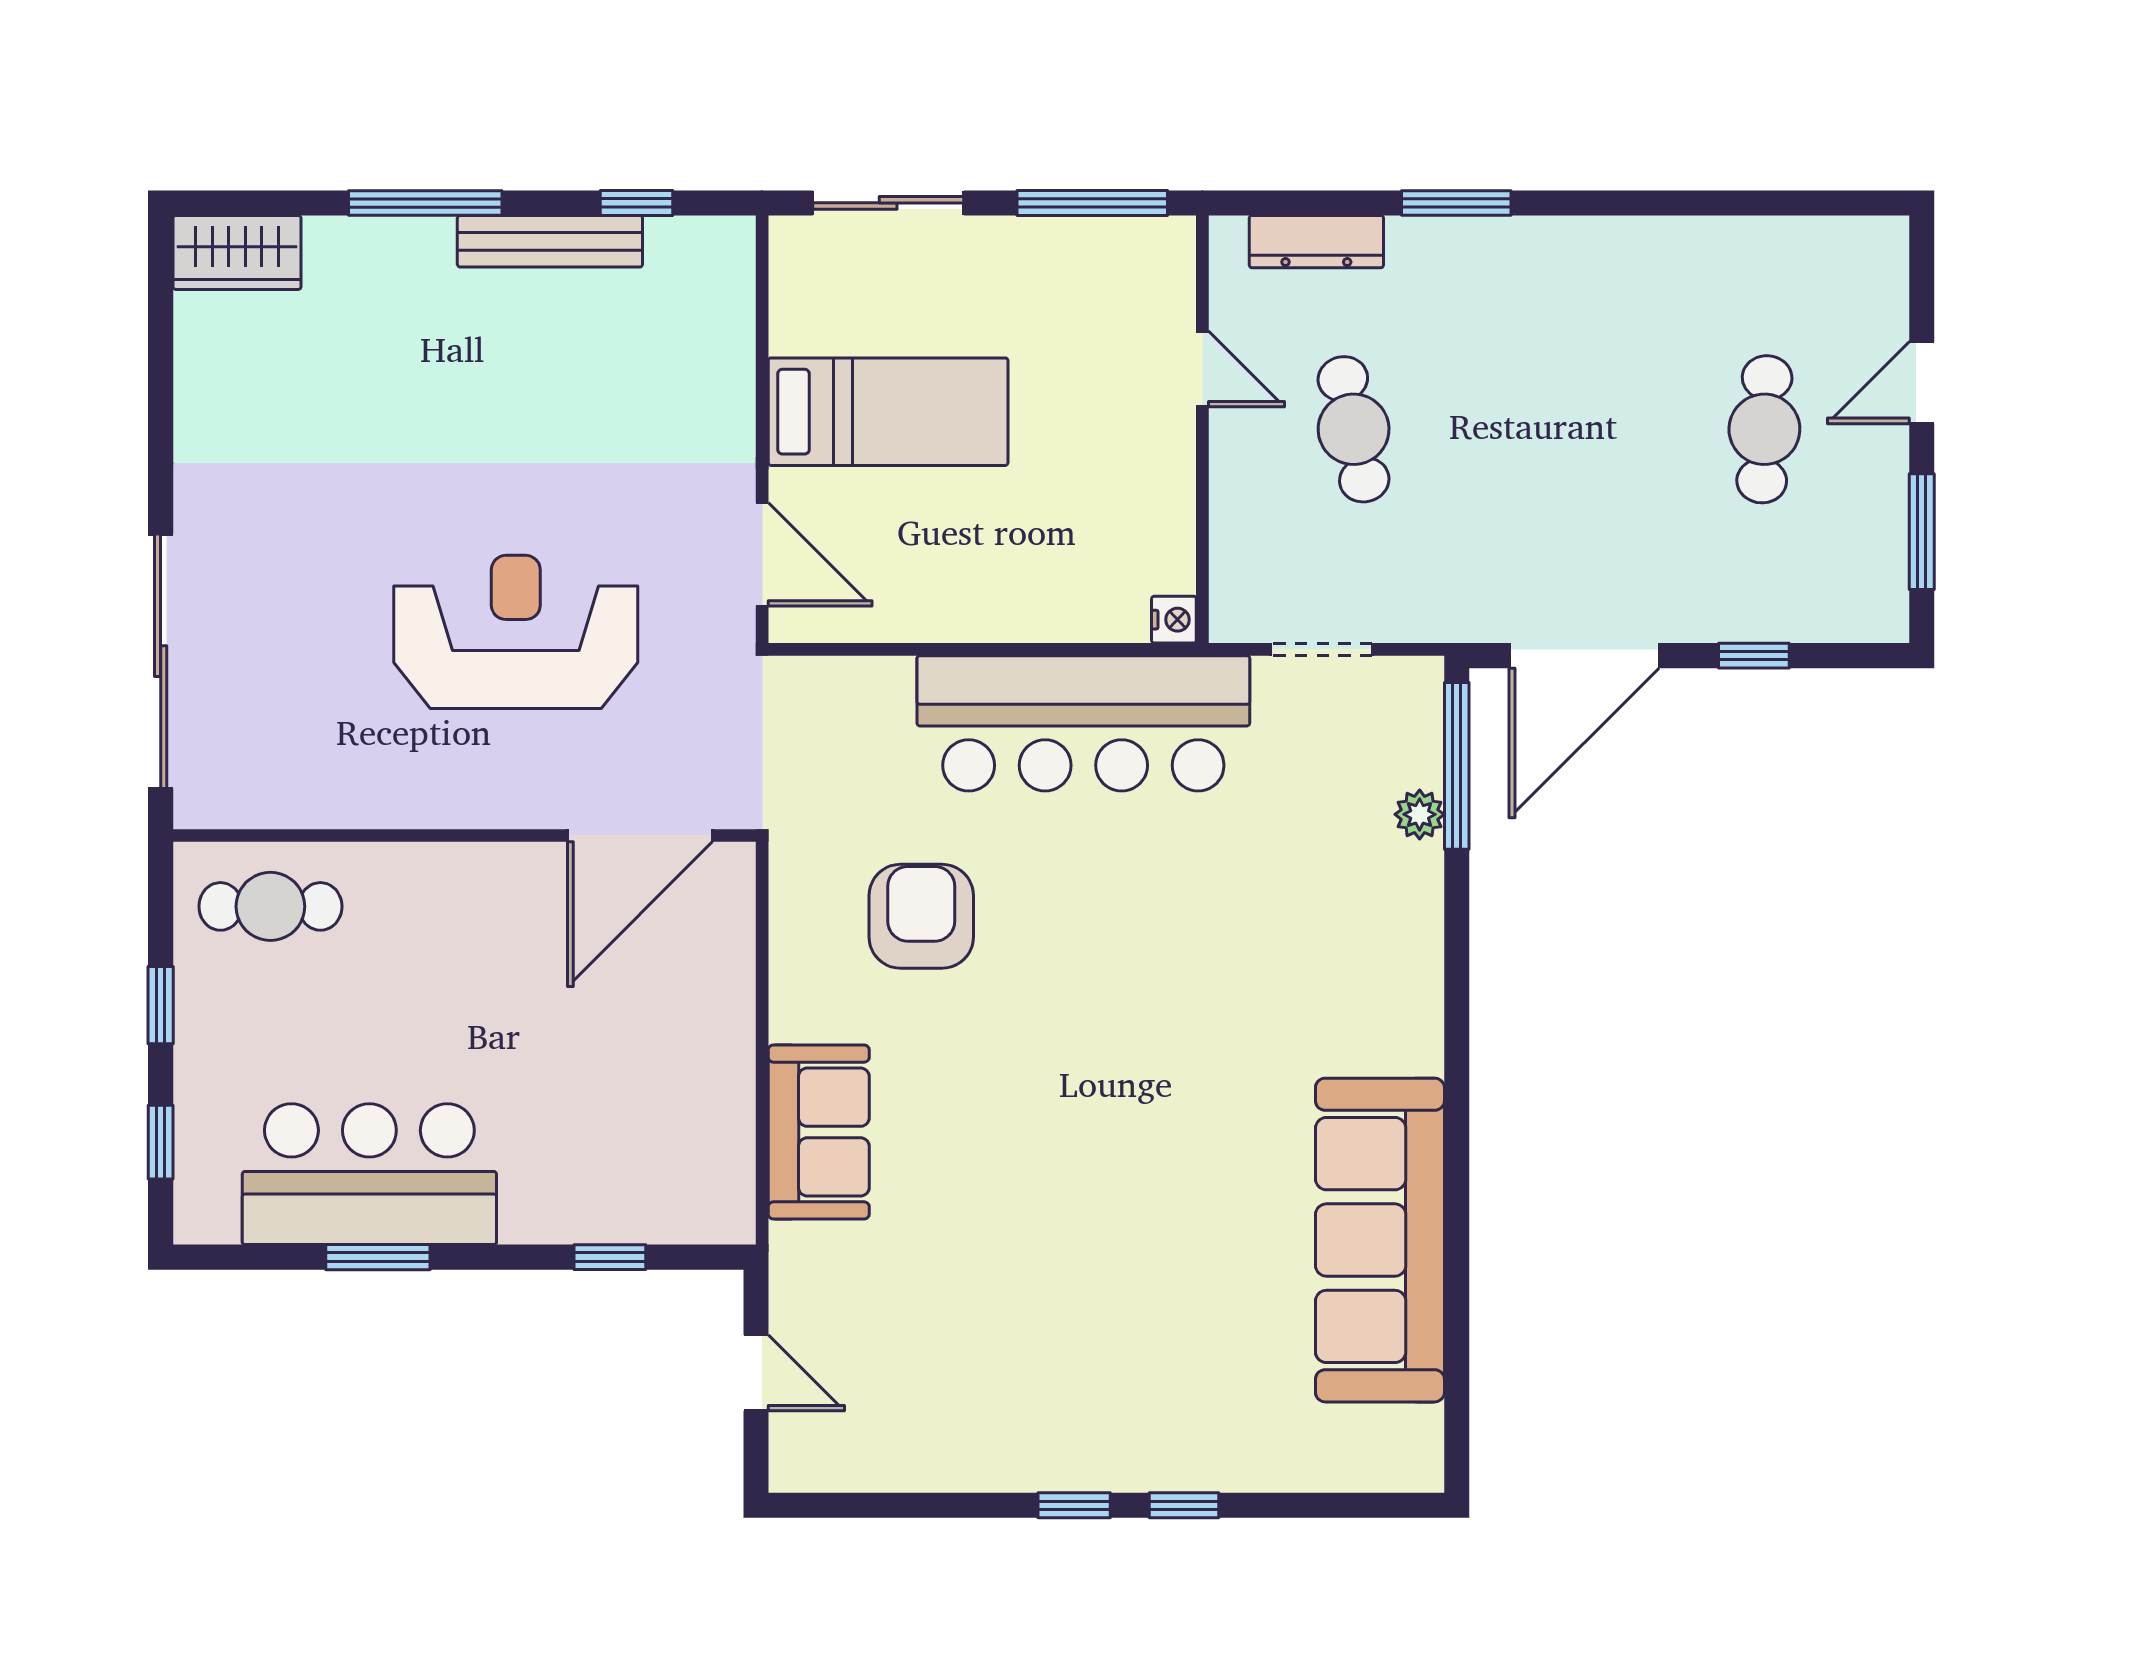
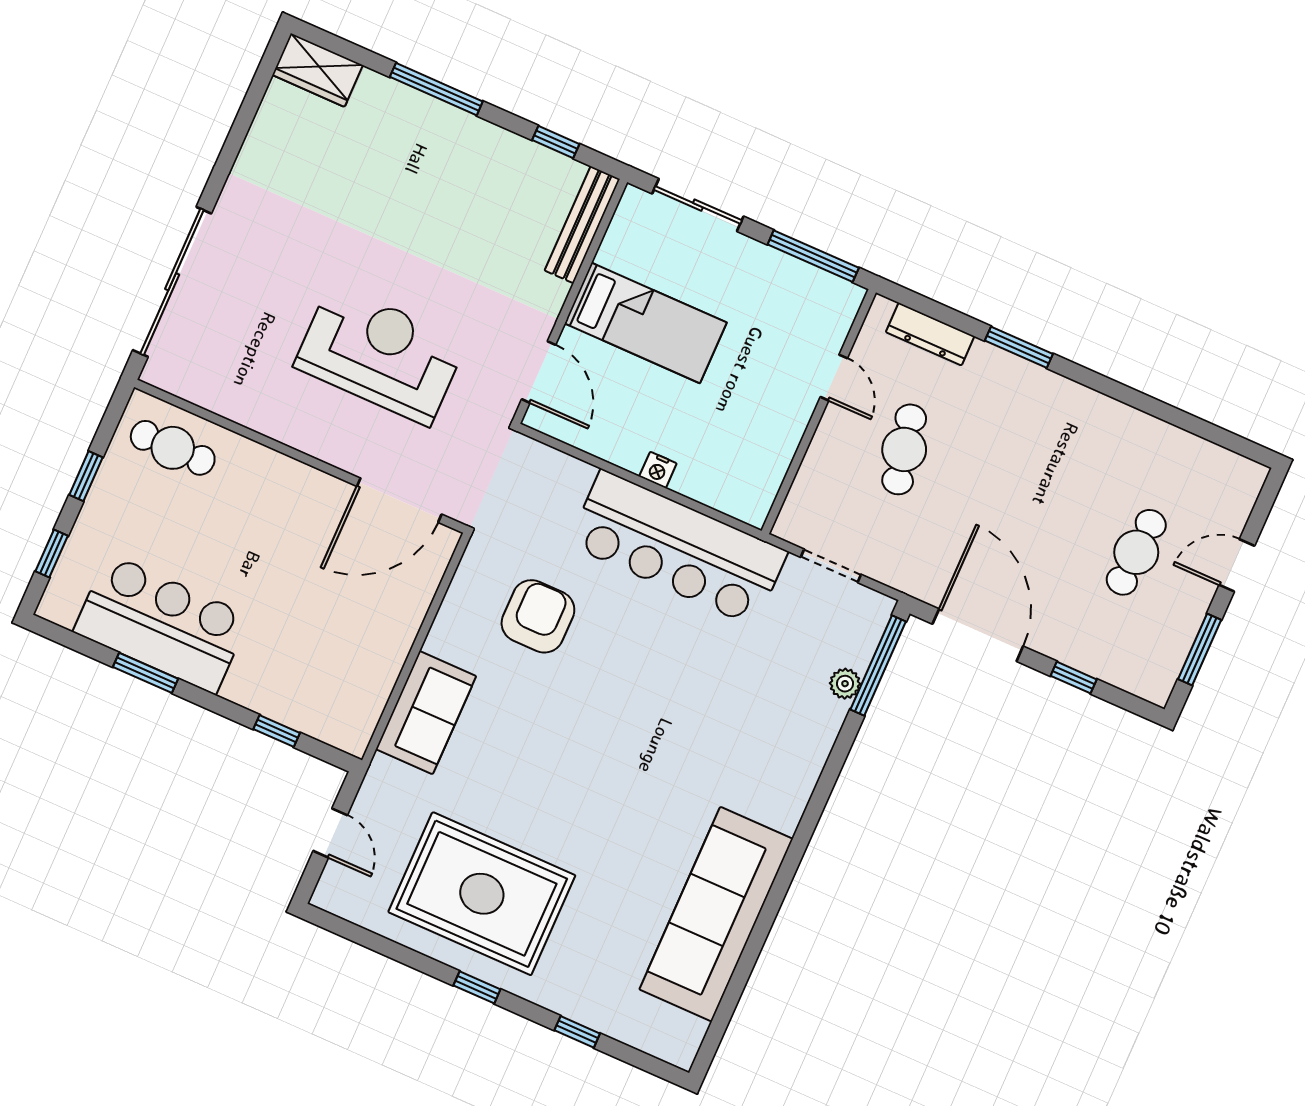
bench: (550, 241) -> (582, 225), moved, turned 90
nightstand: (1174, 620) -> (658, 470), moved, turned 90
door: (1584, 656) -> (978, 635), swing flipped
rug: (1020, 1363) -> (482, 894), added
window: (1184, 1505) -> (577, 1032), moved

